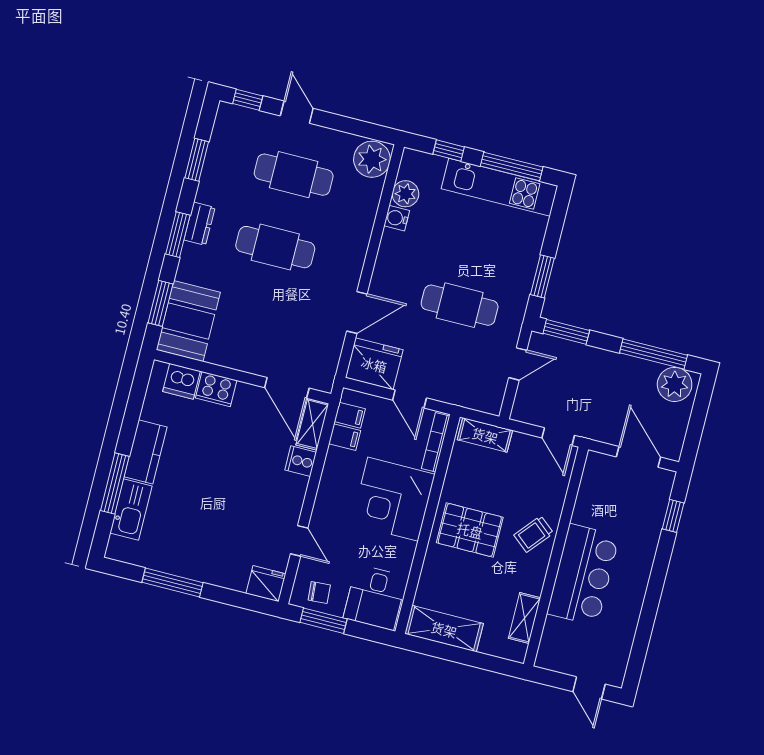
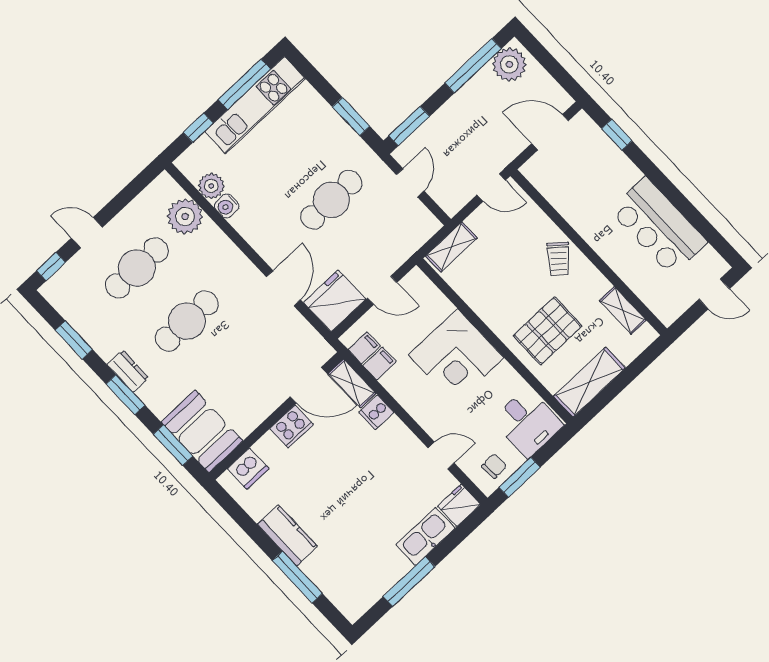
plant: (372, 159) -> (185, 216), moved
cooker: (216, 389) -> (292, 427), moved
bookcase: (436, 442) -> (432, 291), removed
kitchen sink: (131, 510) -> (426, 536), moved, turned -90
pallet: (470, 530) -> (548, 331), moved
bar counter: (583, 575) -> (658, 226), moved, turned 180

